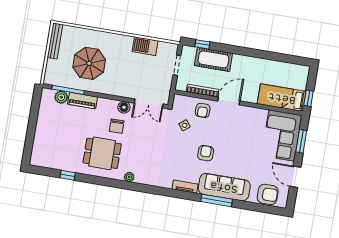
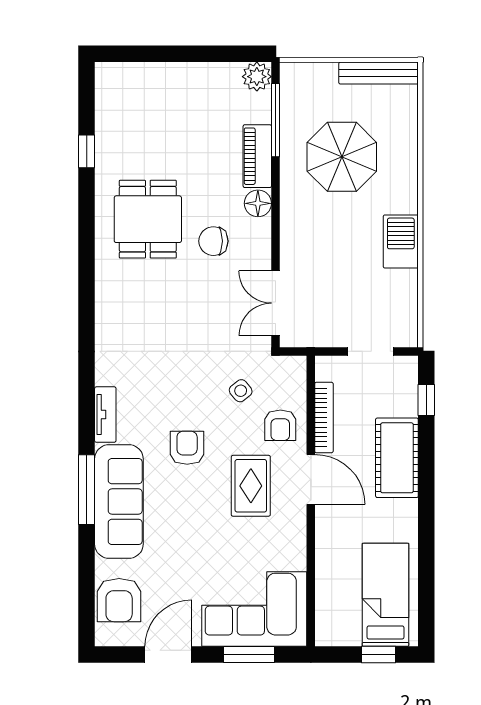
barbecue: (145, 46) -> (401, 241), moved
cot: (213, 59) -> (397, 458), moved
plant: (61, 97) -> (257, 77), moved
bed: (282, 98) -> (386, 595), moved
window: (309, 98) -> (378, 655), moved
floor lamp: (124, 107) -> (258, 203), moved
armchair: (203, 110) -> (280, 425), turned -90
rug: (227, 128) -> (251, 486), added
armchair: (206, 153) -> (187, 448), turned -90
plant: (129, 177) -> (106, 288), removed

